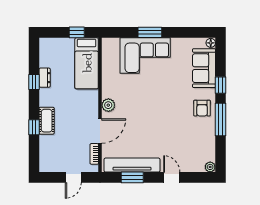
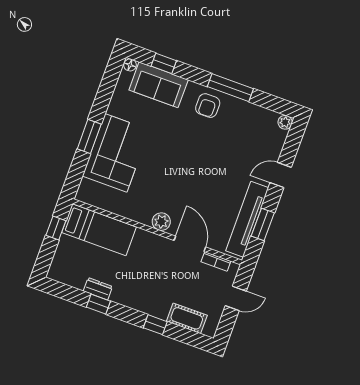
window: (221, 85) -> (164, 63), moved
armchair: (202, 108) -> (208, 106), turned 90
cot: (47, 121) -> (187, 318), moved
door: (73, 177) -> (236, 298), hinge flipped

